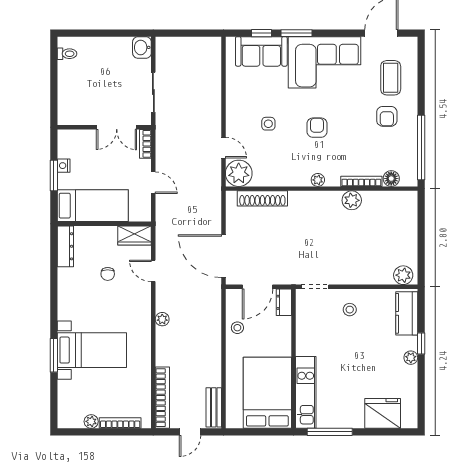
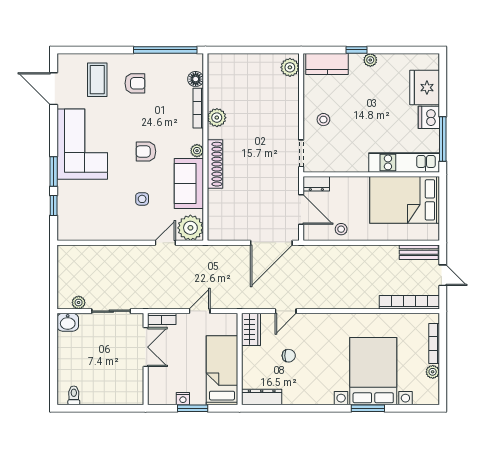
sofa: (261, 51) -> (189, 184), moved, turned 180
coffee table: (391, 78) -> (97, 80), turned 90
shoe rack: (262, 198) -> (215, 164), moved
plant: (162, 319) -> (79, 302), moved
bed with nightstands: (92, 350) -> (373, 371), width x1.36
dishwasher: (352, 418) -> (429, 117), added

